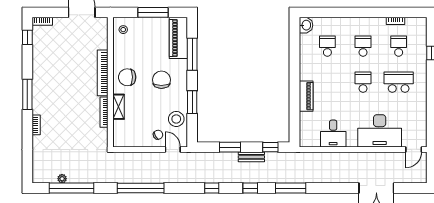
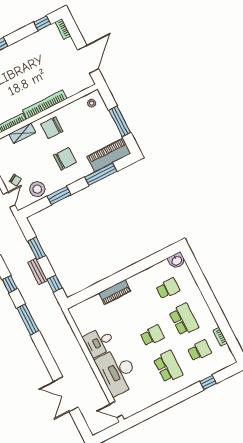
school desk: (363, 46) -> (184, 320), width x1.85
chair: (127, 77) -> (52, 128), turned -90
desk: (333, 134) -> (99, 342), moved

